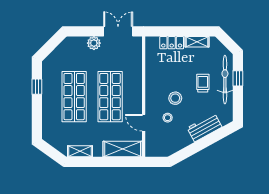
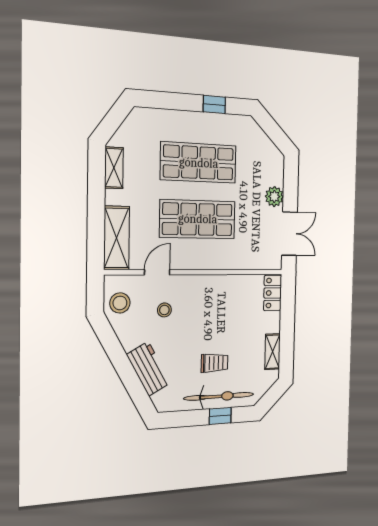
locker: (172, 43) -> (273, 293), moved
stool: (175, 98) -> (120, 303), moved

